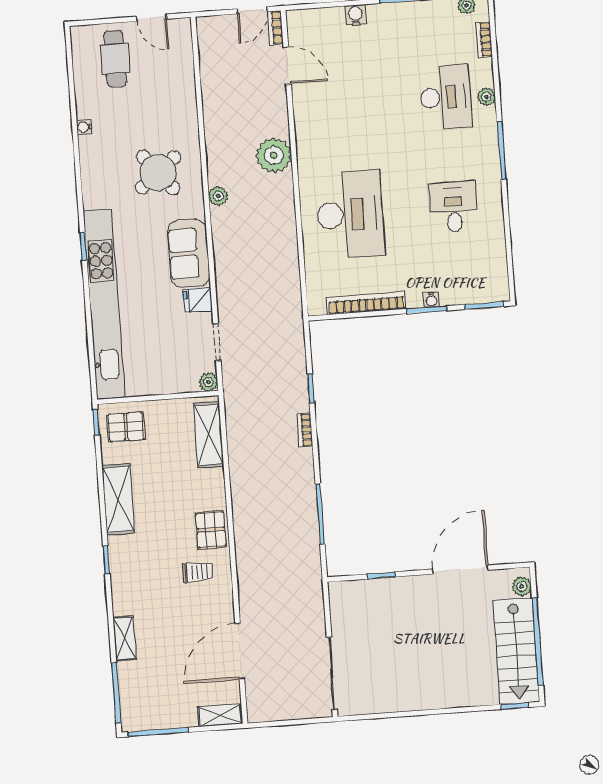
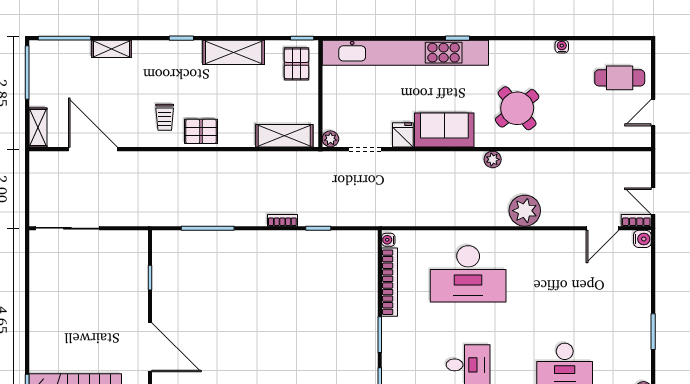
water cooler: (356, 15) -> (642, 239), moved
water cooler: (431, 300) -> (388, 240), moved

